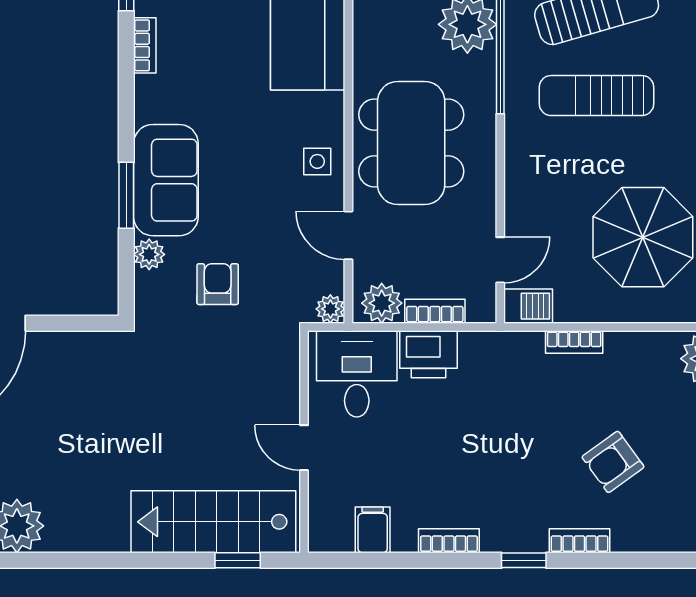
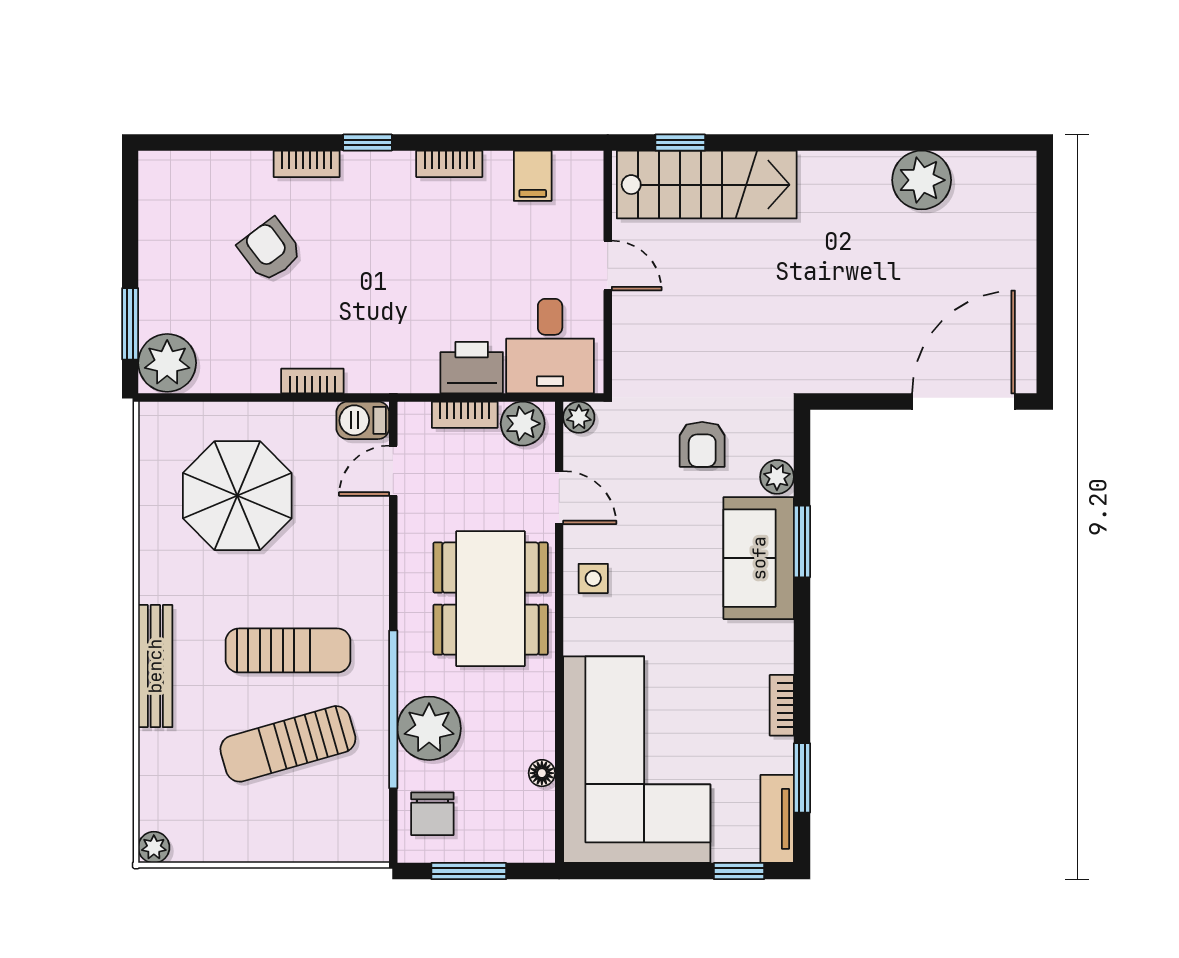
armchair: (613, 462) -> (270, 250), turned -91

